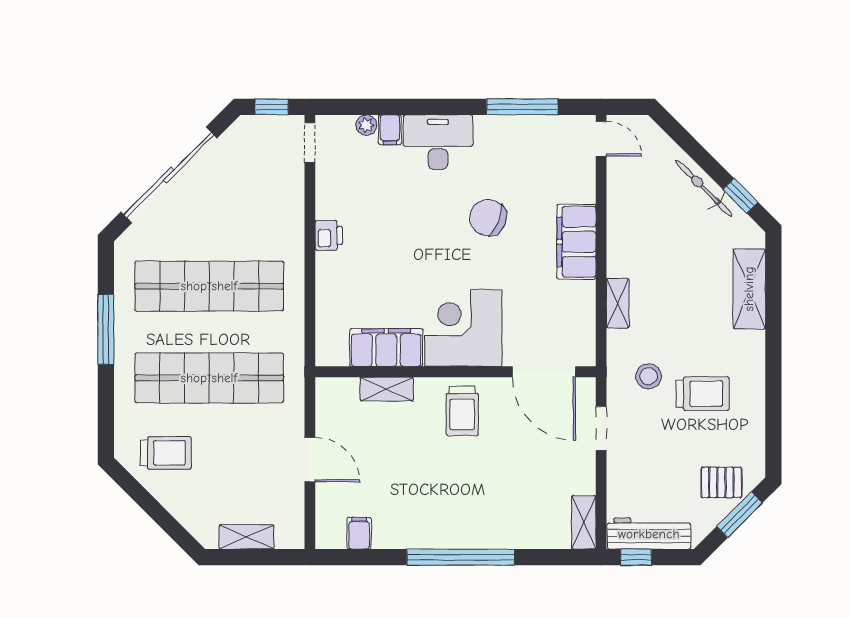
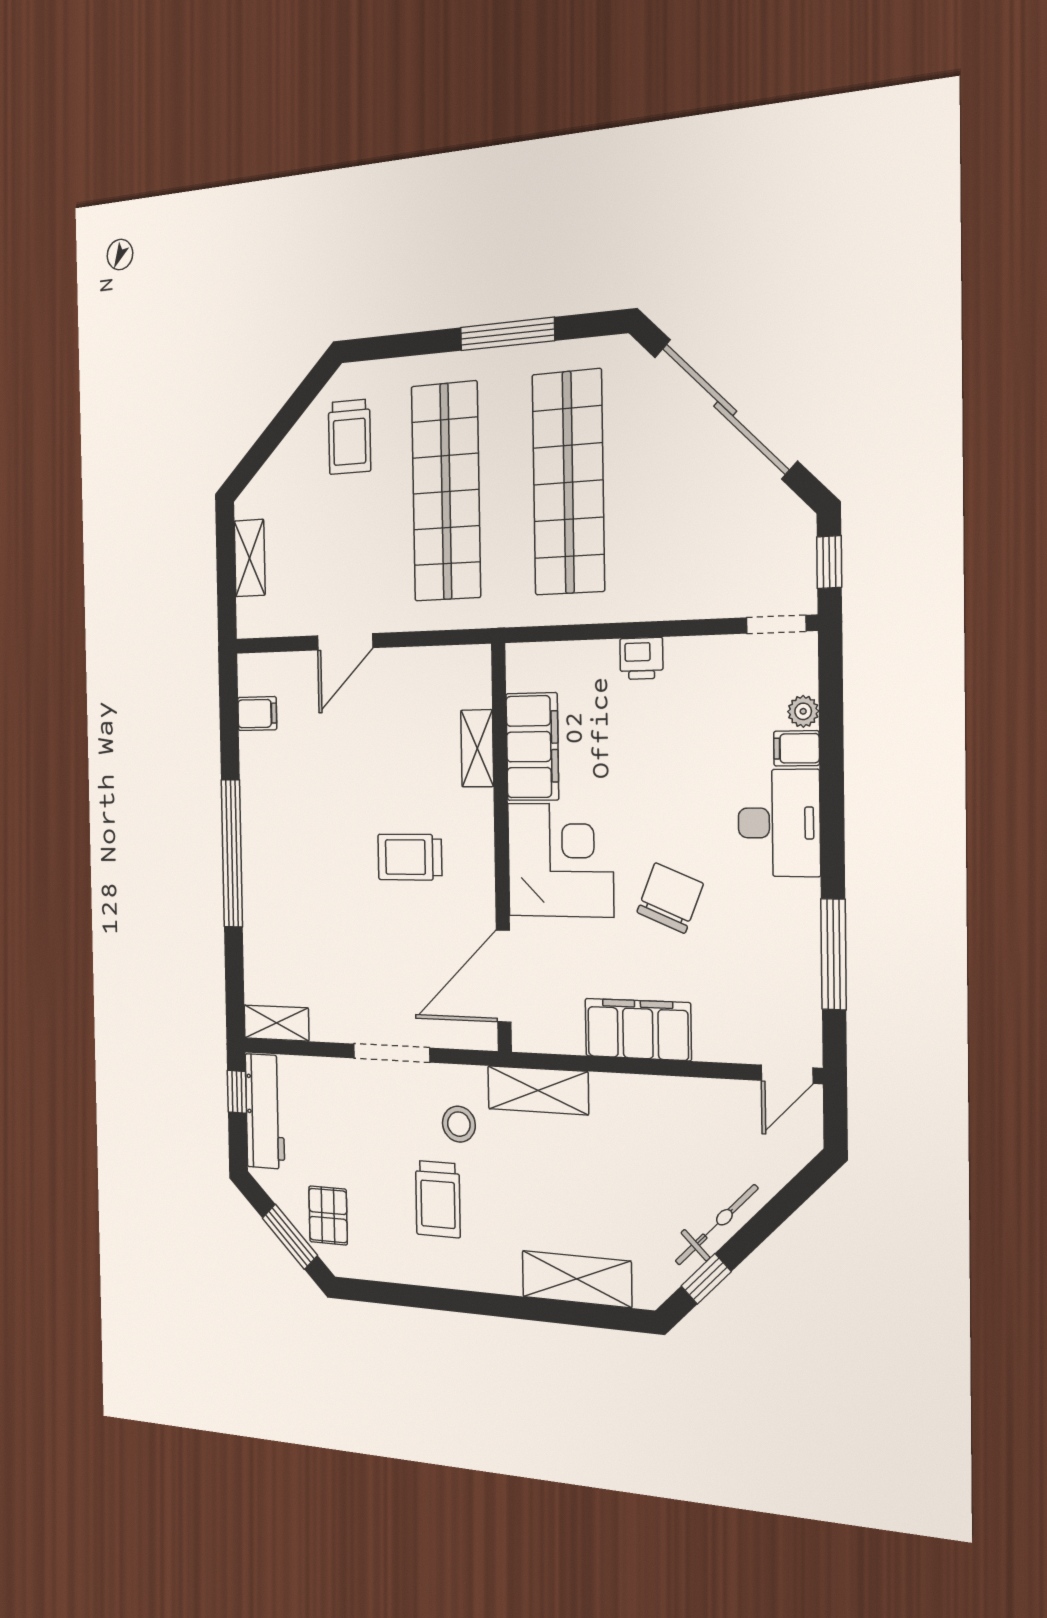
shelving: (618, 303) -> (538, 1090), width x1.50, depth x1.33
corner desk: (463, 328) -> (560, 860), moved
filing cabinet: (386, 348) -> (532, 747), moved
wall: (456, 372) -> (502, 848), moved
door: (544, 372) -> (504, 976), moved
shelving: (387, 389) -> (477, 748), moved
doorway: (601, 428) -> (391, 1053), width x1.38

